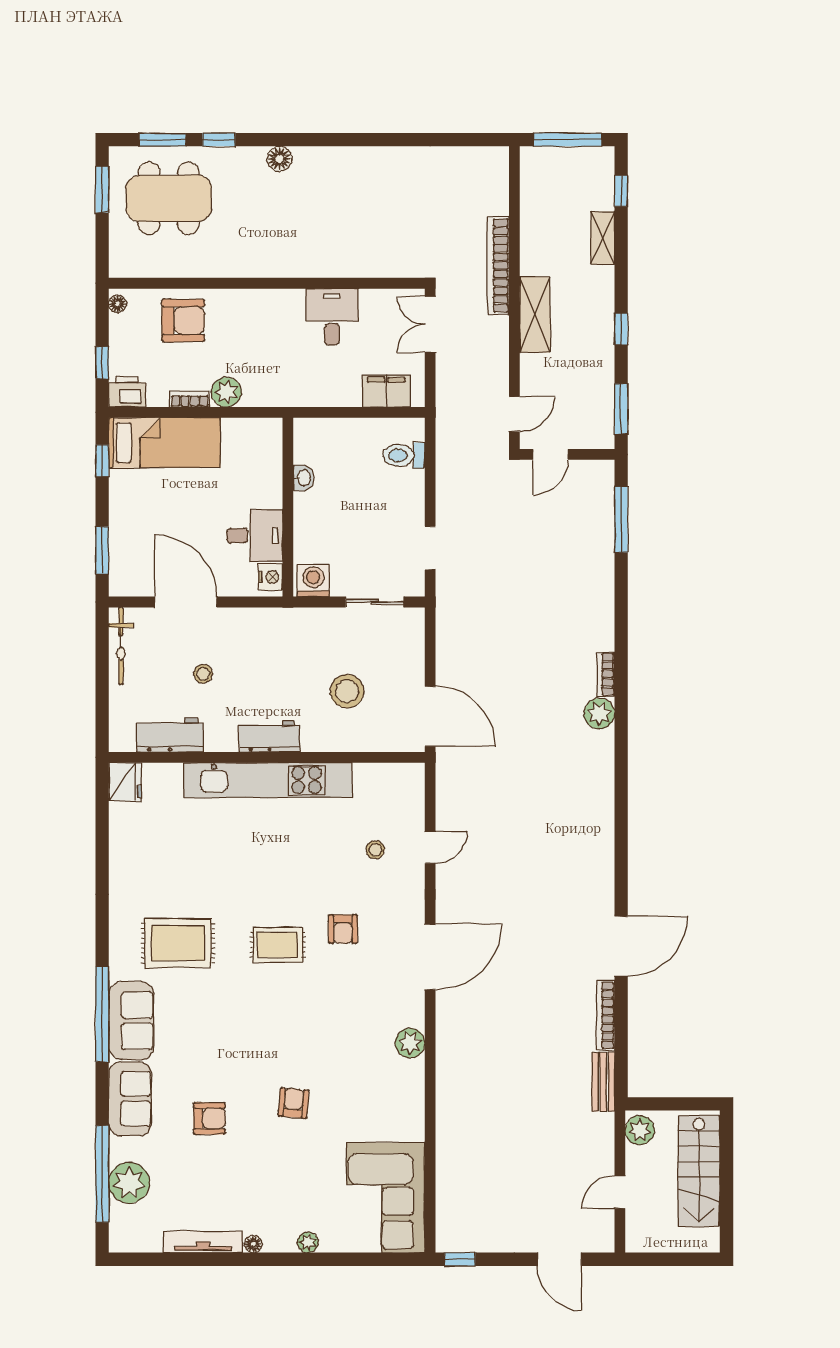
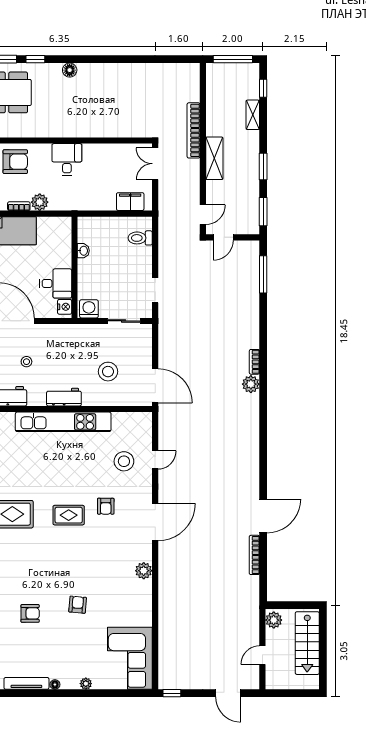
desk: (332, 317) -> (67, 159), moved
window: (621, 329) -> (263, 166), width x1.50
stool: (375, 850) -> (124, 461), width x1.89, depth x1.89
bench: (603, 1082) -> (253, 593), removed

